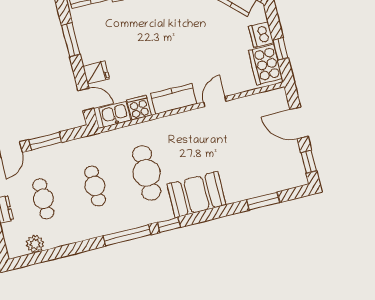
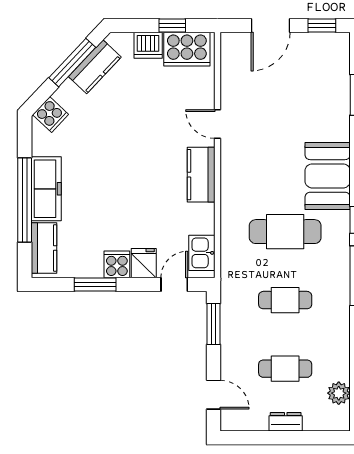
cooker: (139, 108) -> (117, 264), moved, turned 90
window: (45, 141) -> (213, 324), moved

